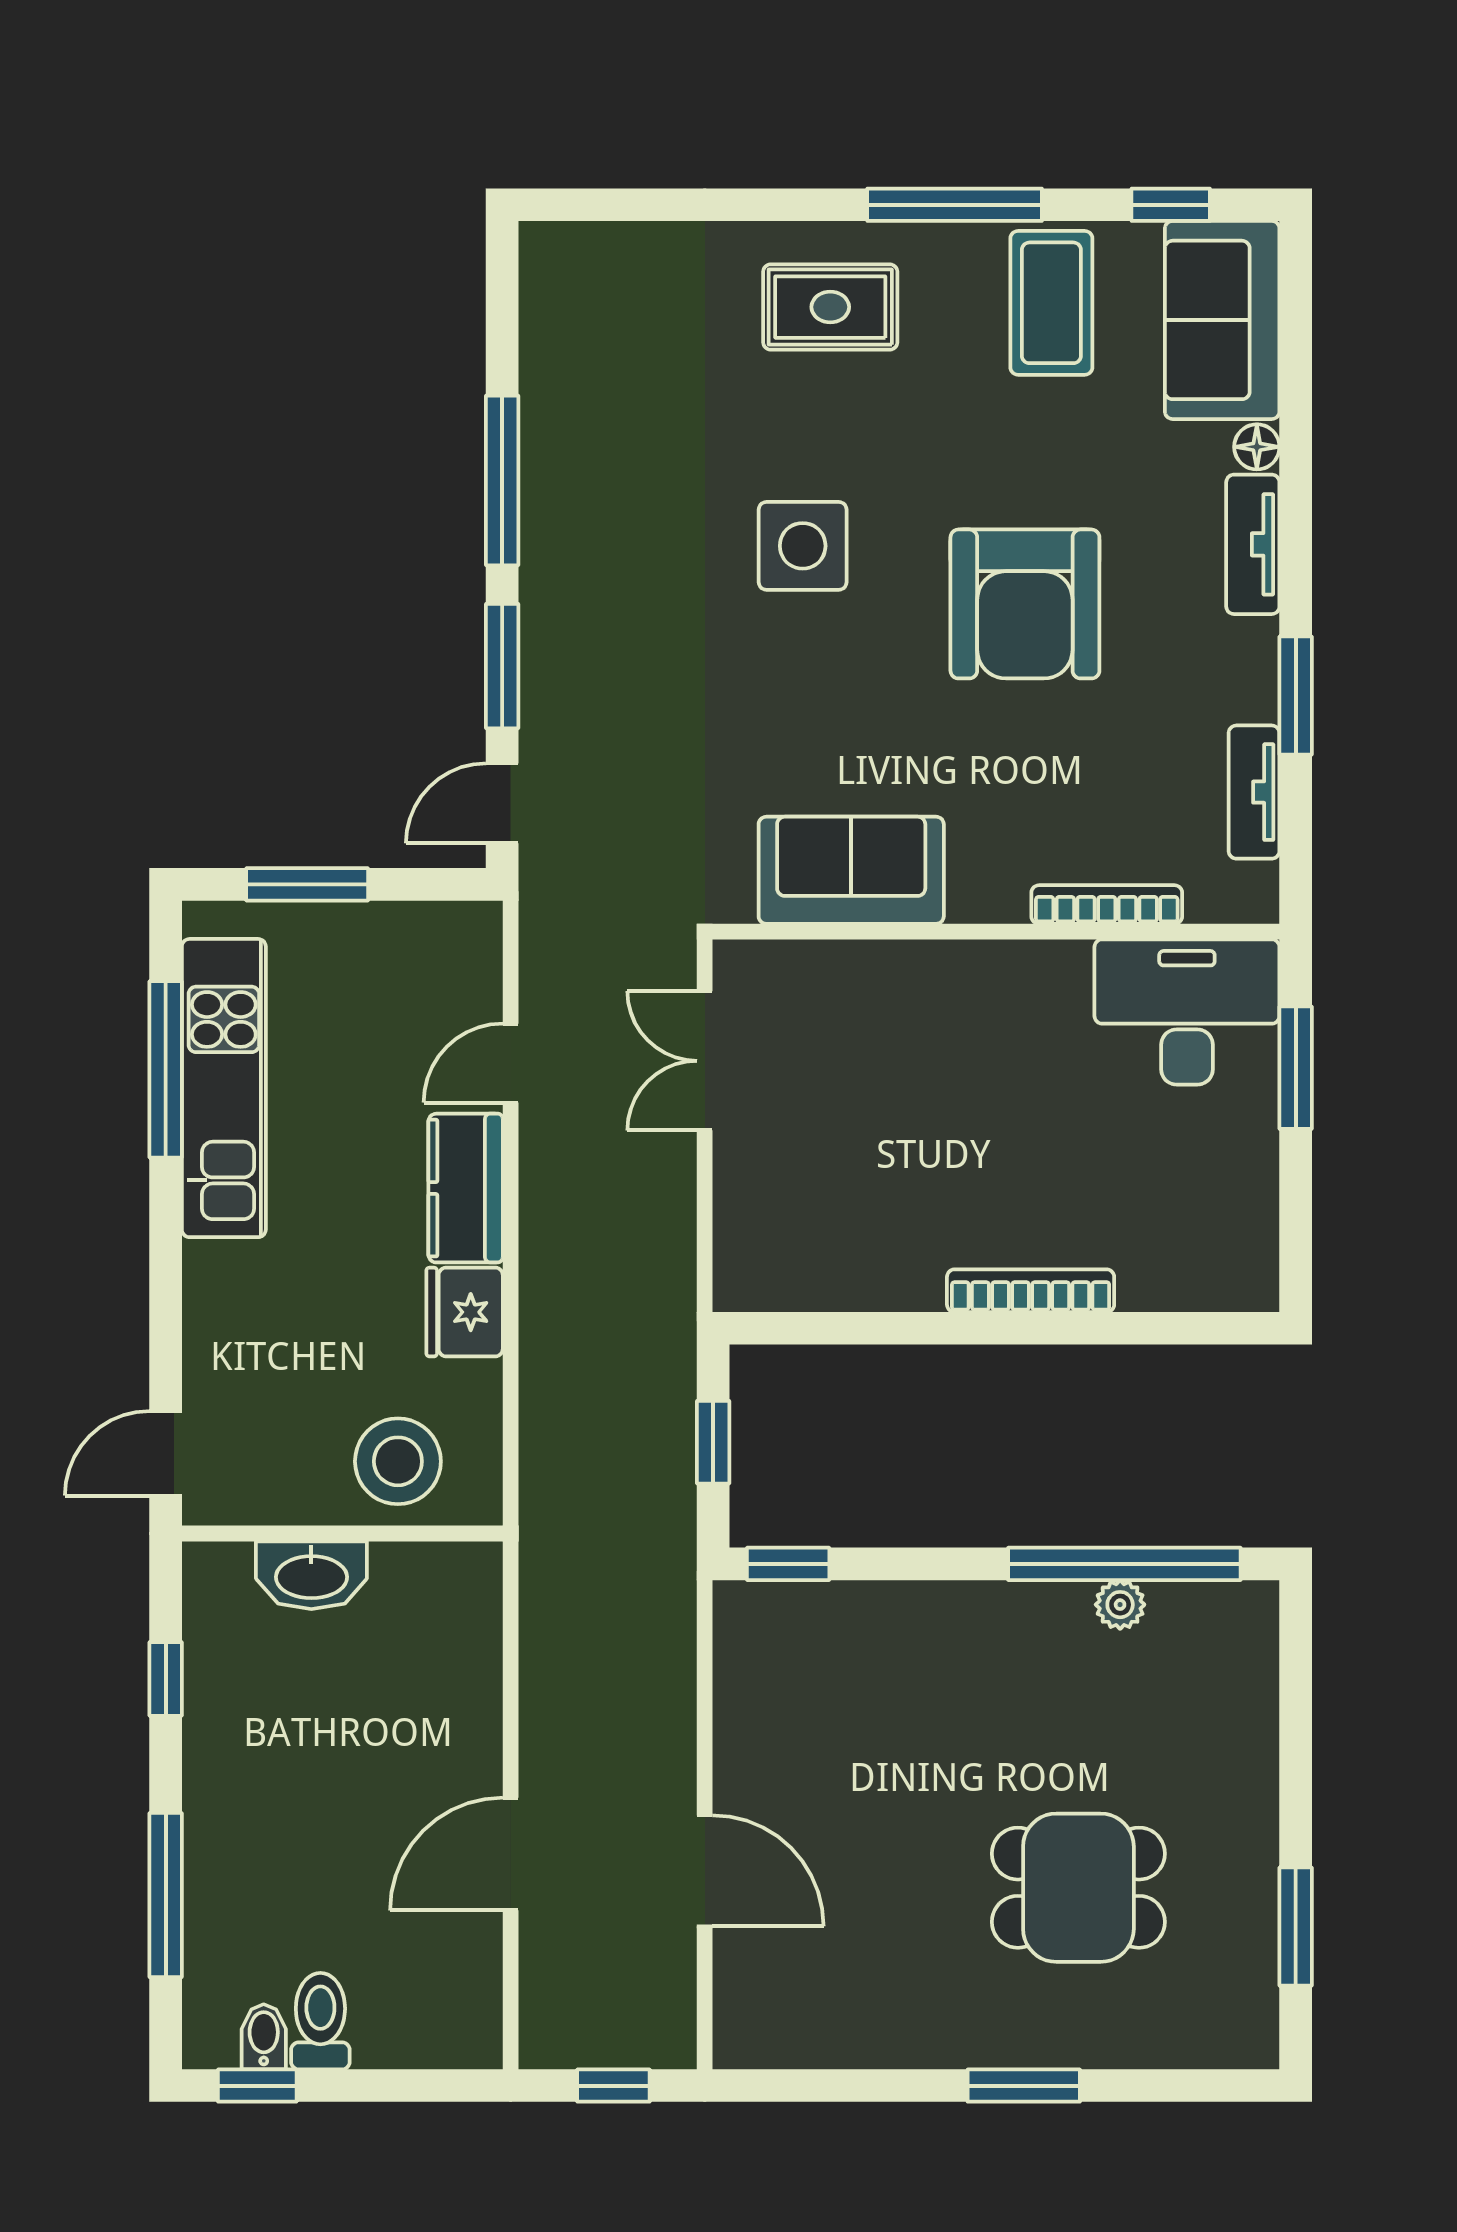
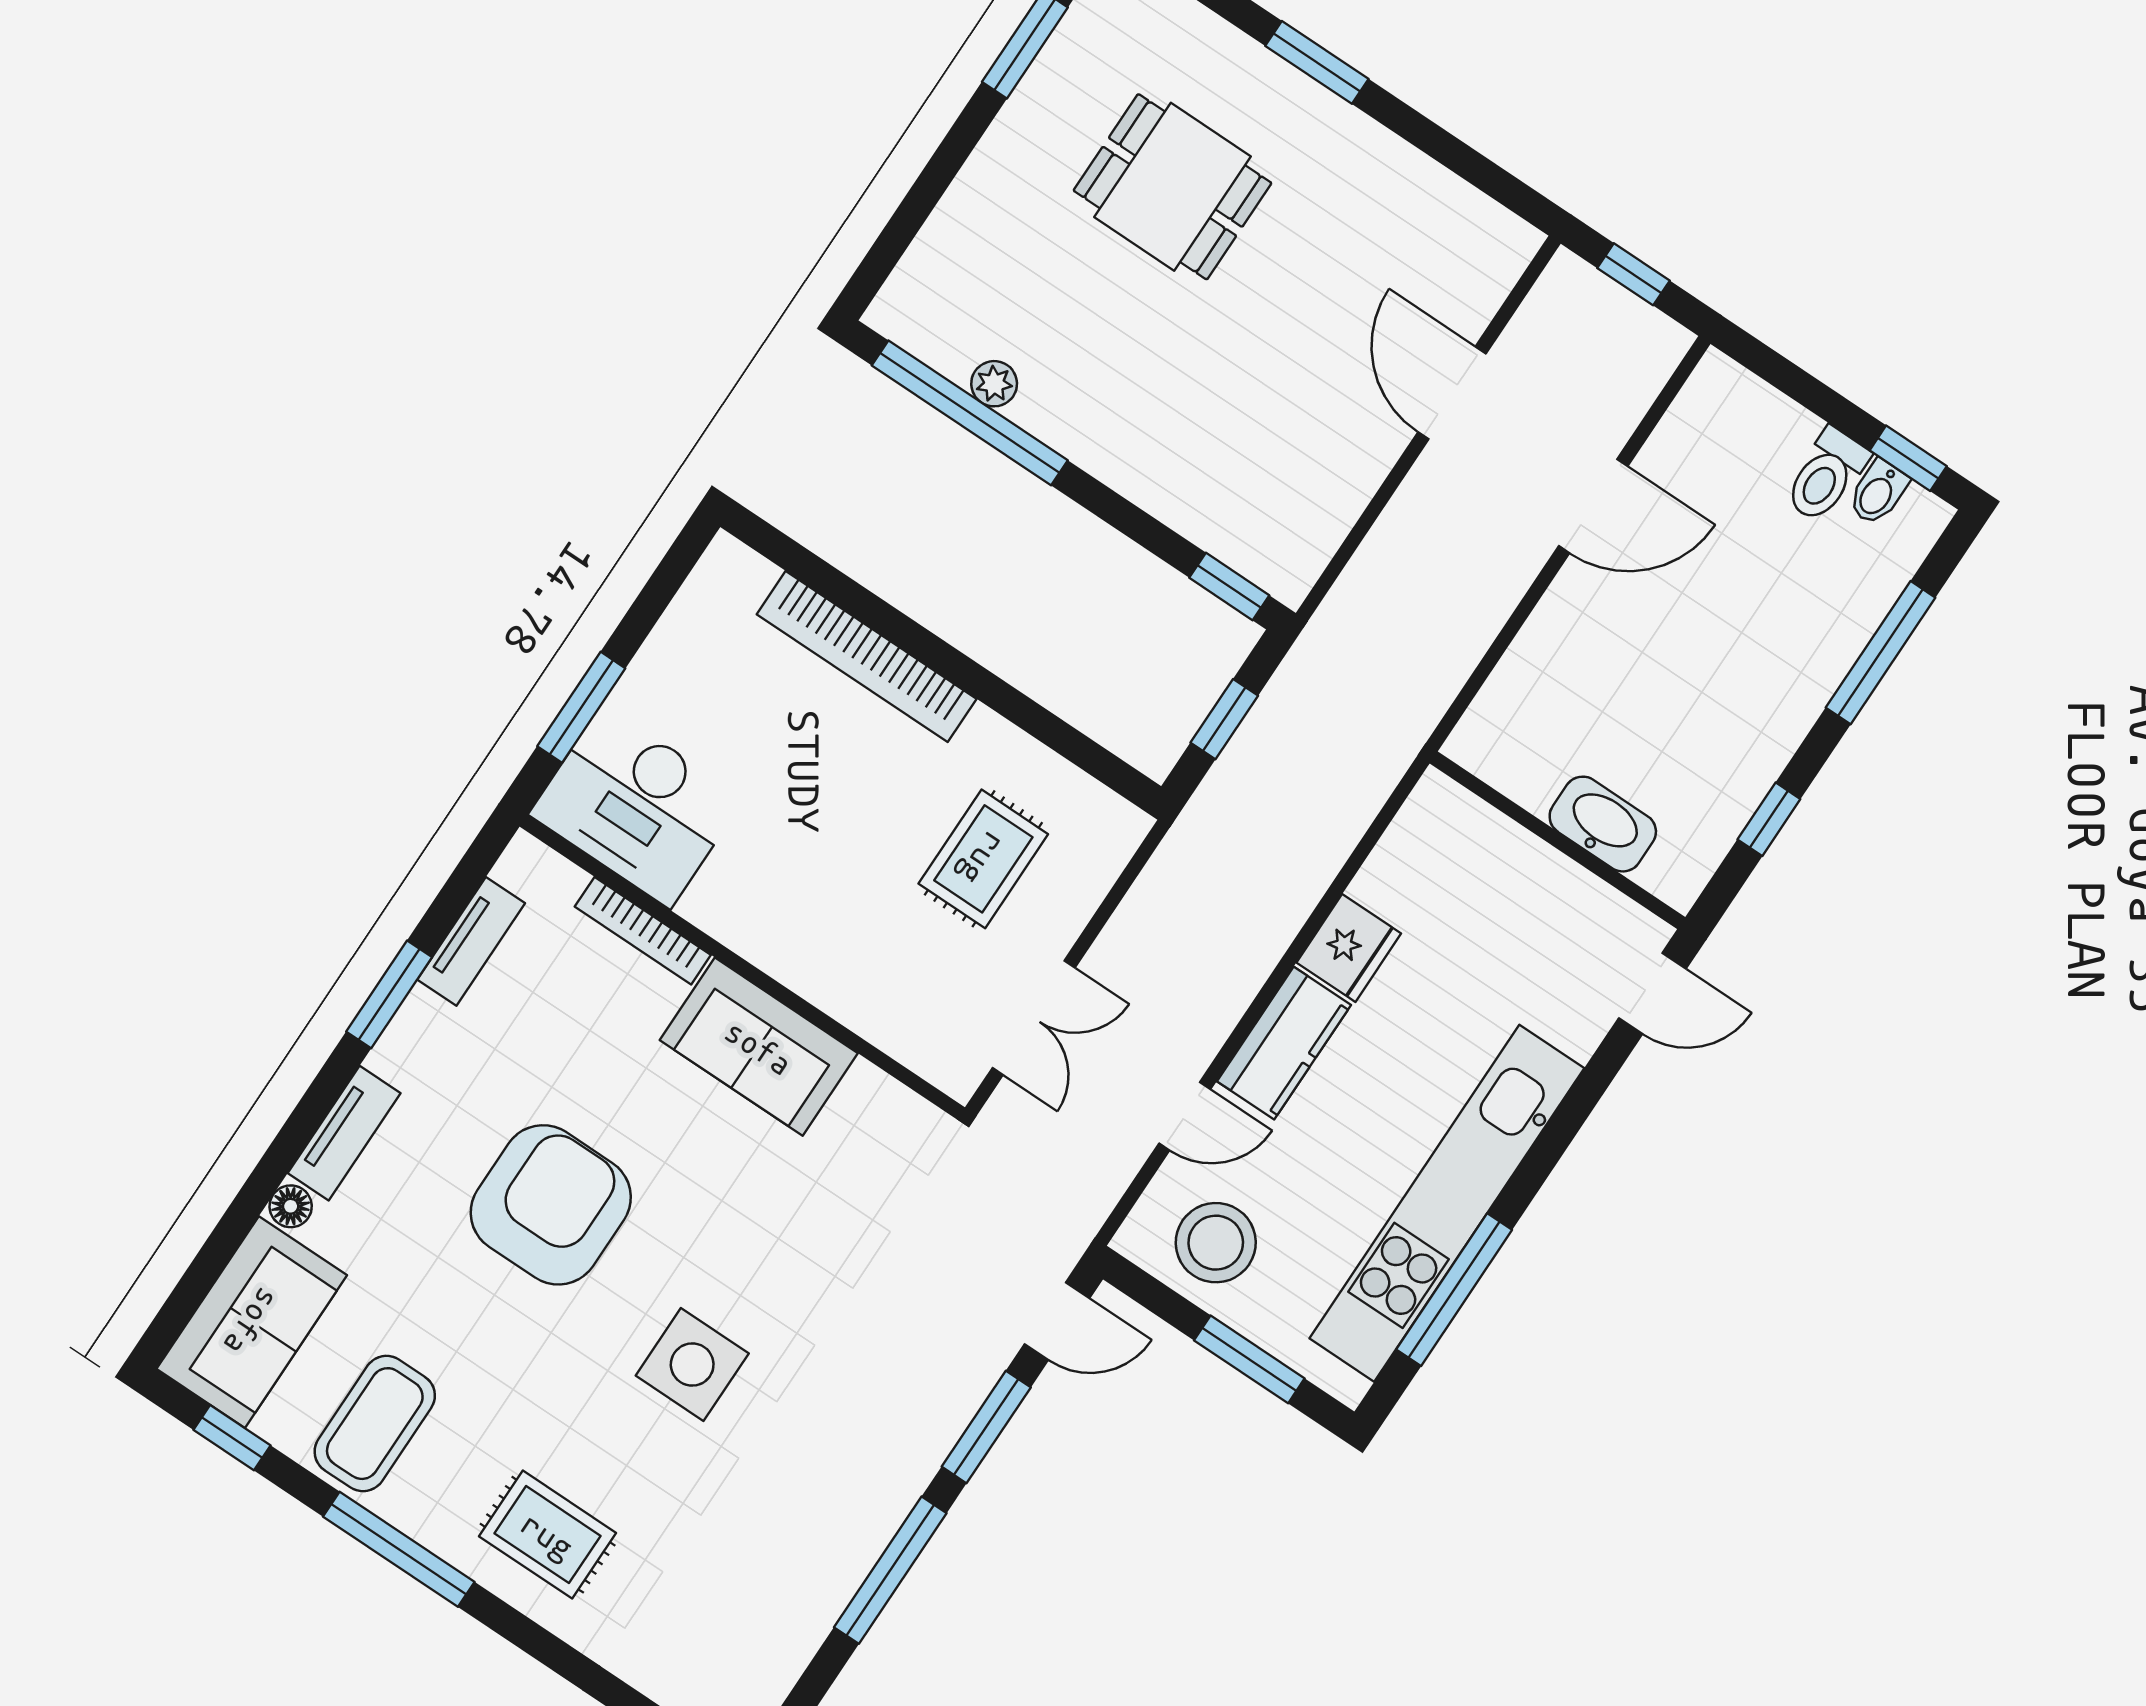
sofa: (851, 870) -> (759, 1047), moved
kitchen unit: (224, 1088) -> (1447, 1203), width x1.36
rug: (845, 1173) -> (983, 859), added
bookcase: (1031, 1291) -> (867, 657), width x1.48, depth x1.31
stool: (398, 1461) -> (1216, 1243), moved

